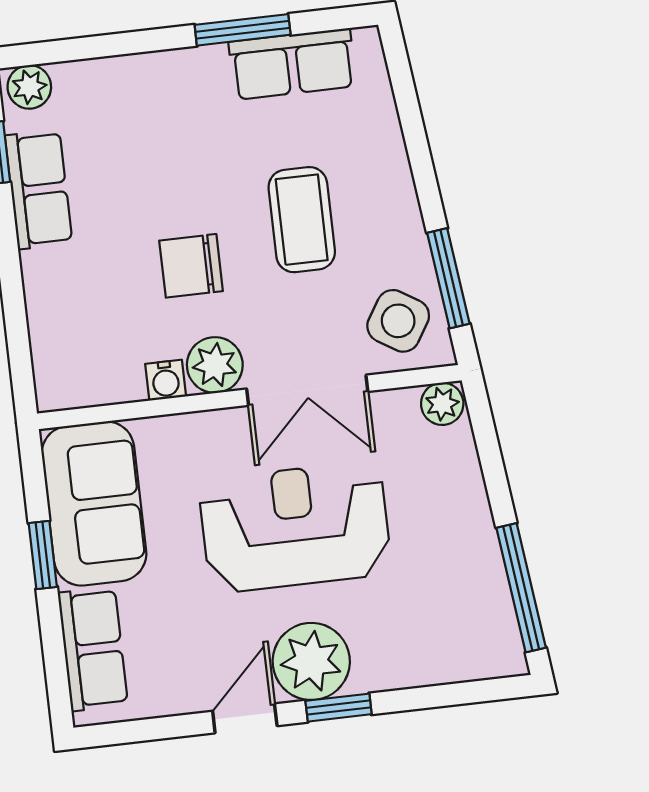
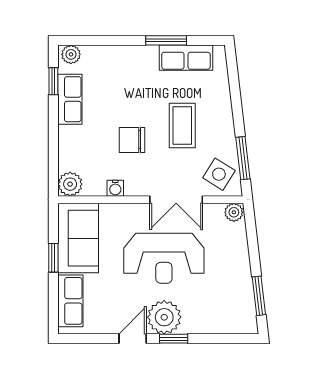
plant: (215, 365) -> (70, 184), moved
reception desk: (295, 527) -> (164, 258), turned 180
window: (521, 588) -> (259, 296), width x0.69

